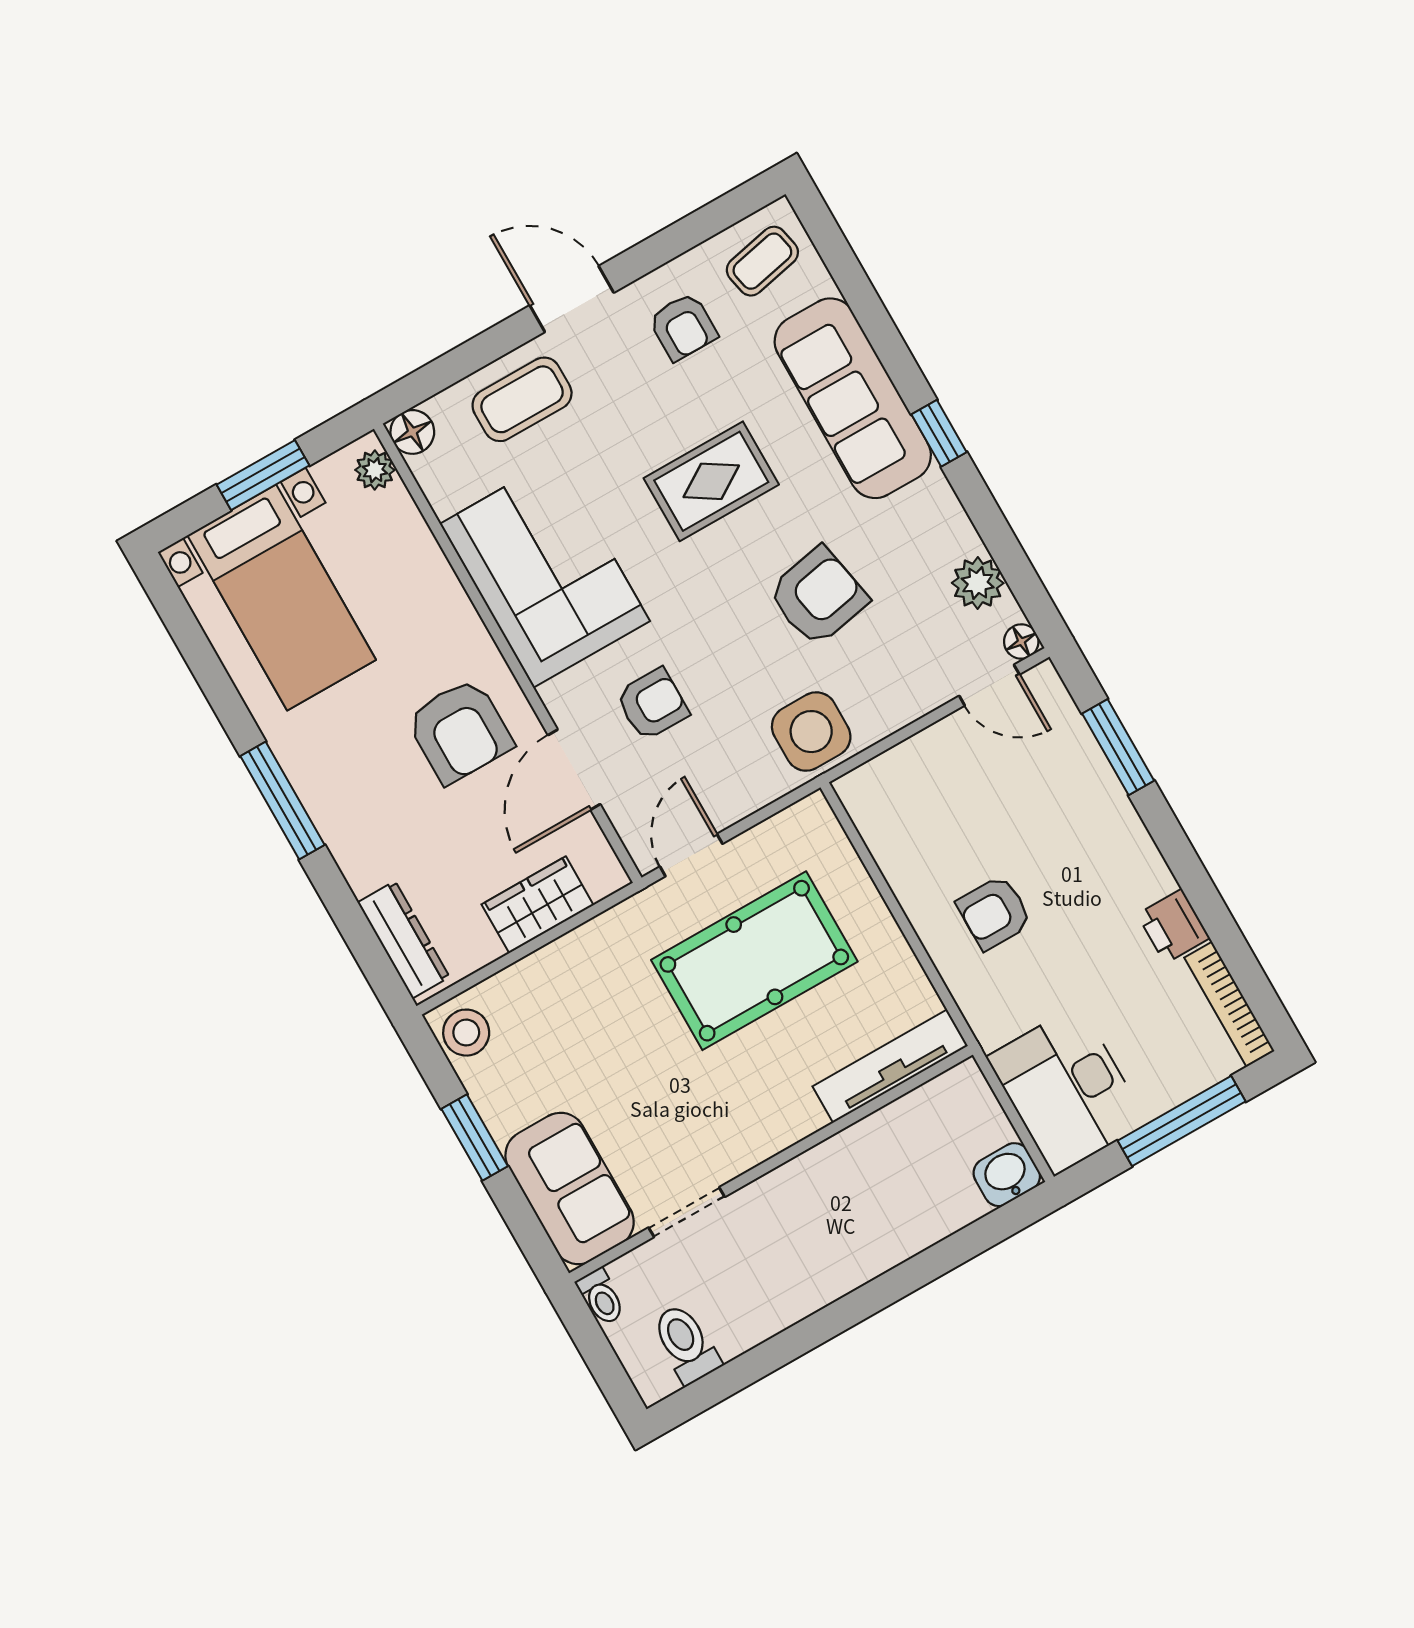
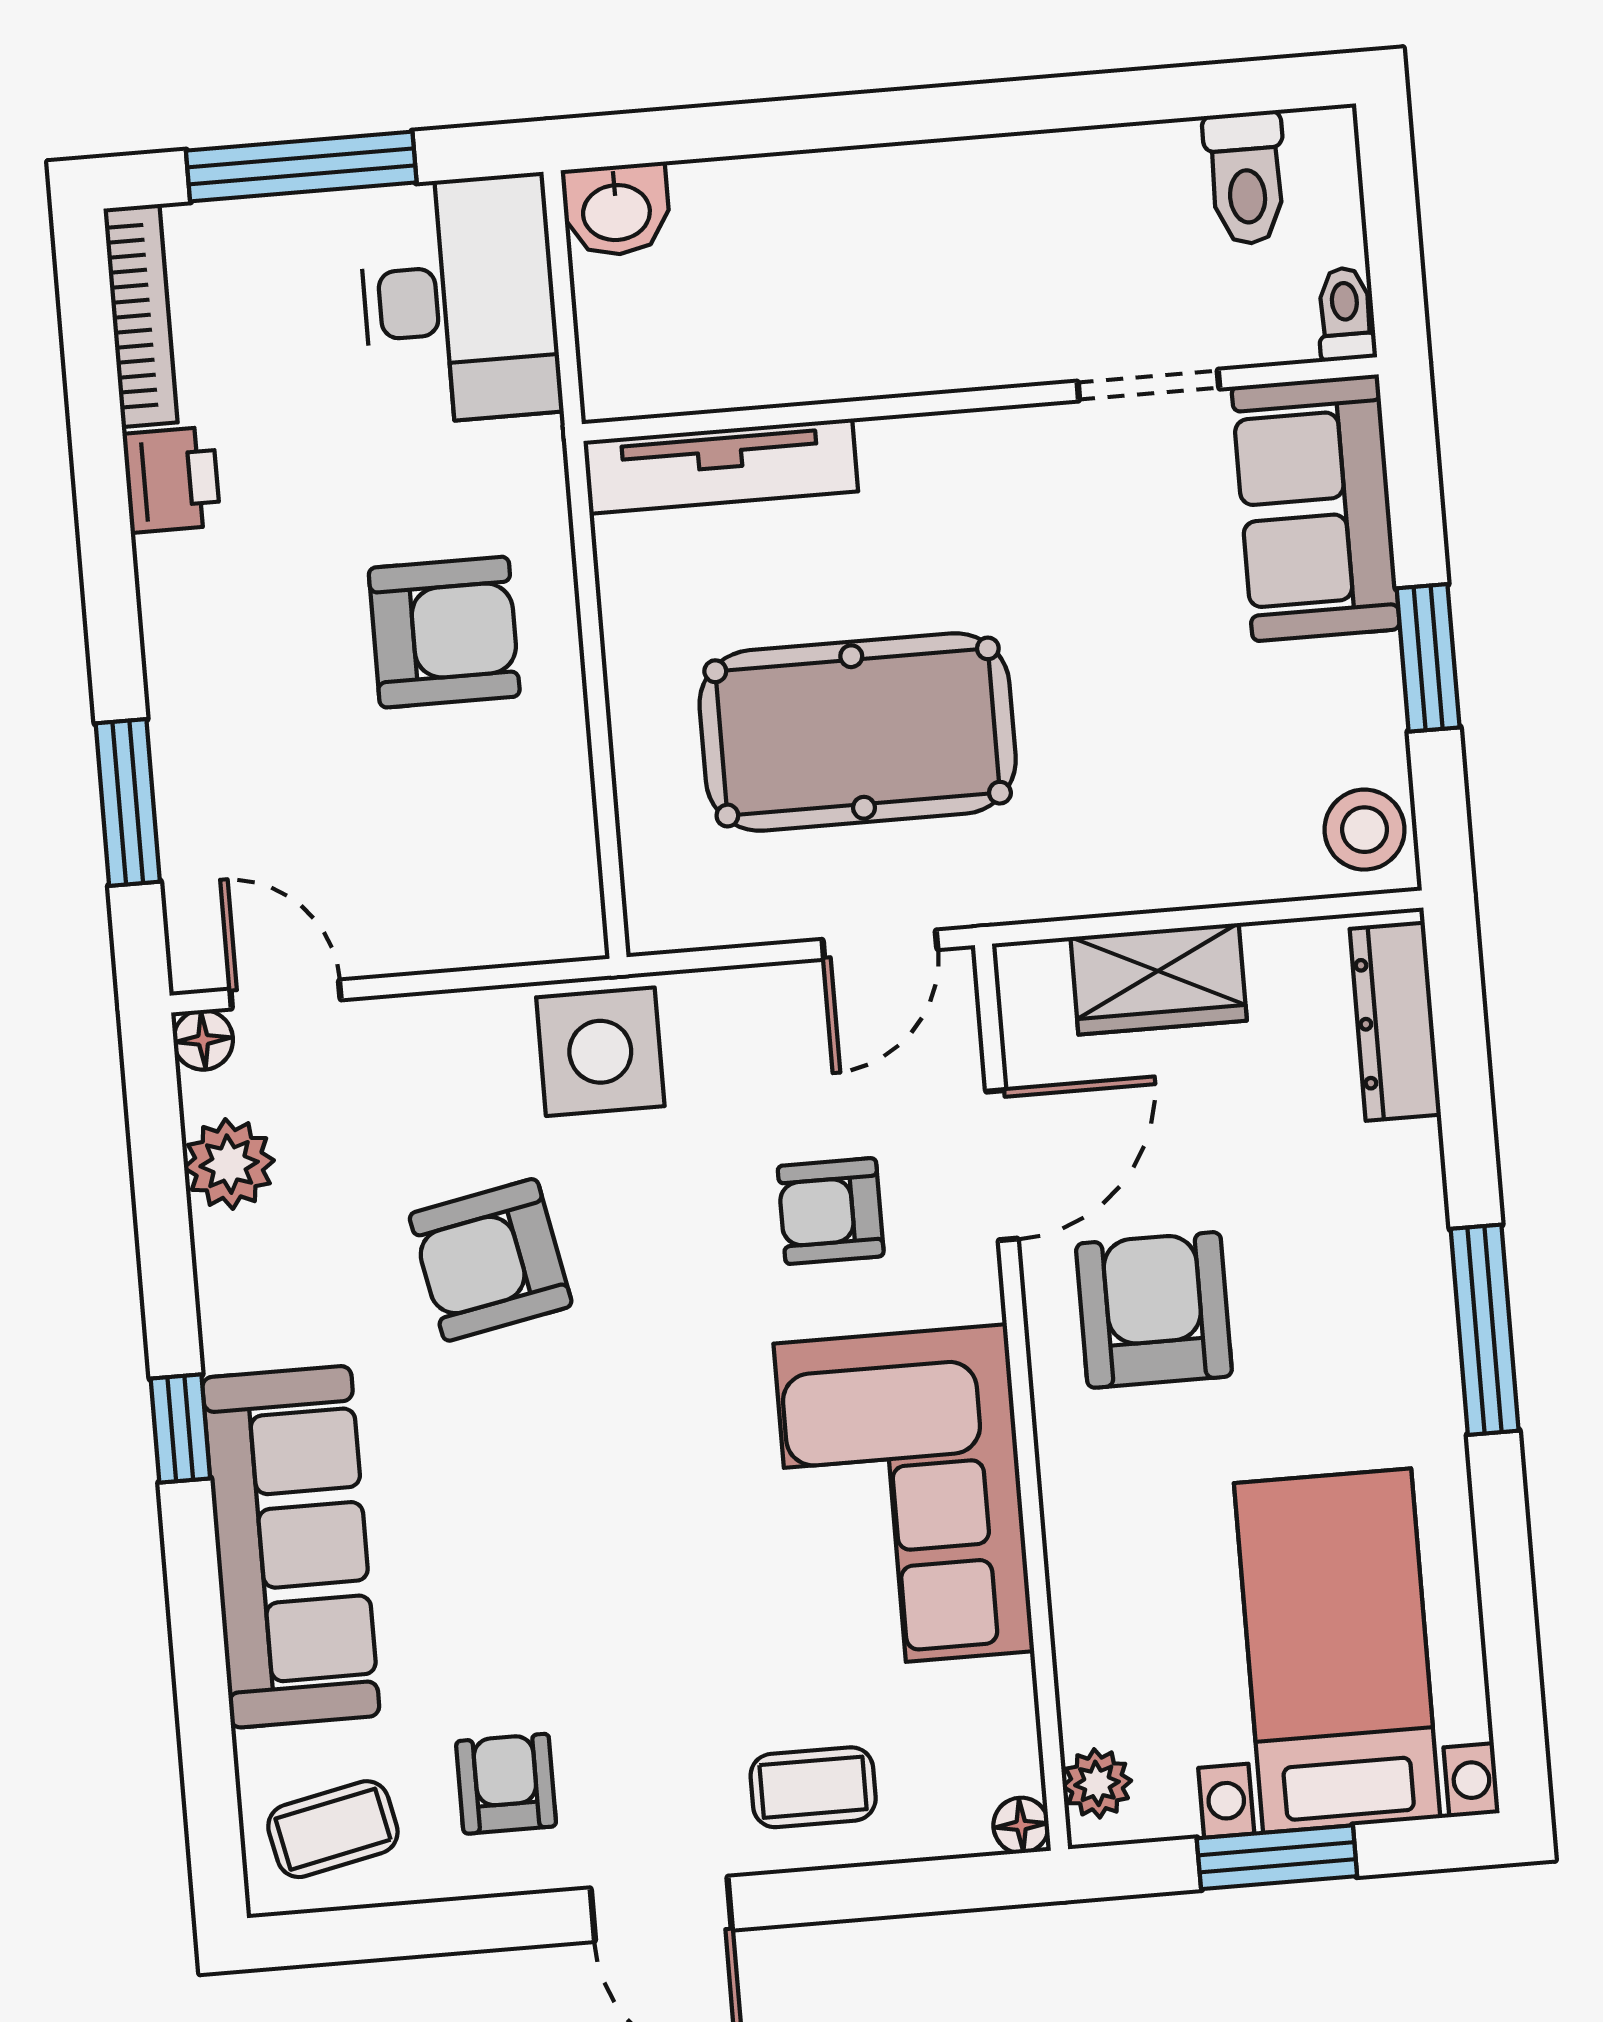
coffee table: (522, 399) -> (813, 1787), width x0.73, depth x0.77
floor lamp: (412, 432) -> (1021, 1825), width x0.73, depth x0.73
rug: (711, 481) -> (575, 1519), removed
armchair: (994, 913) -> (444, 632), width x1.38, depth x1.38

